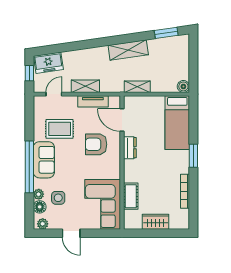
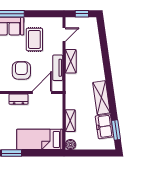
freezer: (48, 63) -> (104, 126), moved
shelving: (137, 87) -> (70, 121), moved
door: (54, 94) -> (64, 35), hinge flipped

